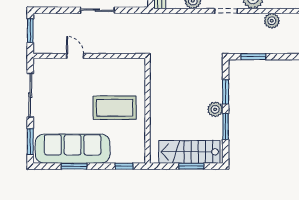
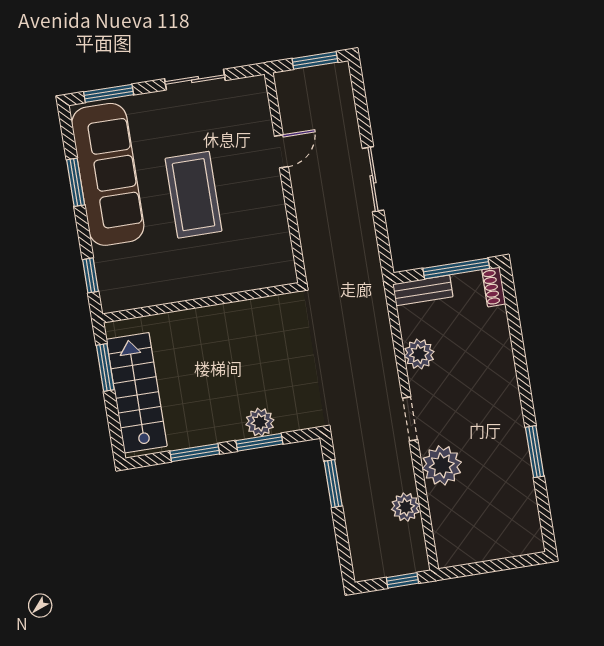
sliding door: (30, 95) -> (195, 80), width x0.73
coffee table: (115, 108) -> (194, 195), moved
plant: (215, 109) -> (260, 422), moved
window: (191, 166) -> (105, 367), moved

